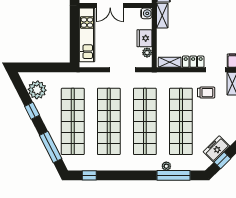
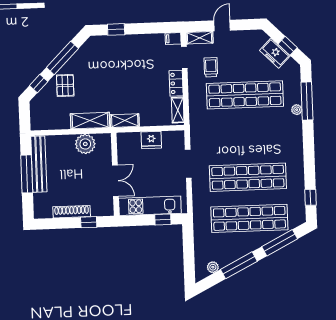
water cooler: (146, 13) -> (123, 139), removed
window: (75, 46) -> (163, 219), added
plant: (147, 53) -> (168, 136), removed
plant: (37, 90) -> (213, 267), width x0.53, depth x0.53
window: (32, 111) -> (239, 265), width x2.17
shop shelf: (145, 121) -> (246, 136), removed

